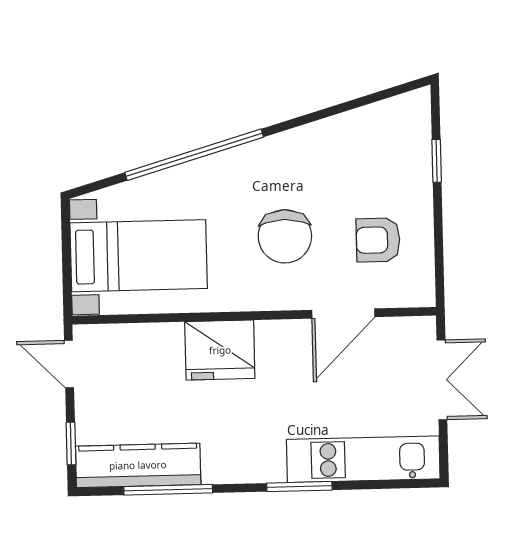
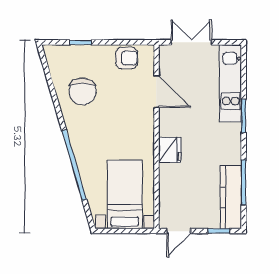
chair: (285, 236) -> (83, 91), moved, turned 90
armchair: (378, 240) -> (127, 58), moved, turned -90
fridge: (220, 350) -> (170, 150), width x0.73, depth x0.75

